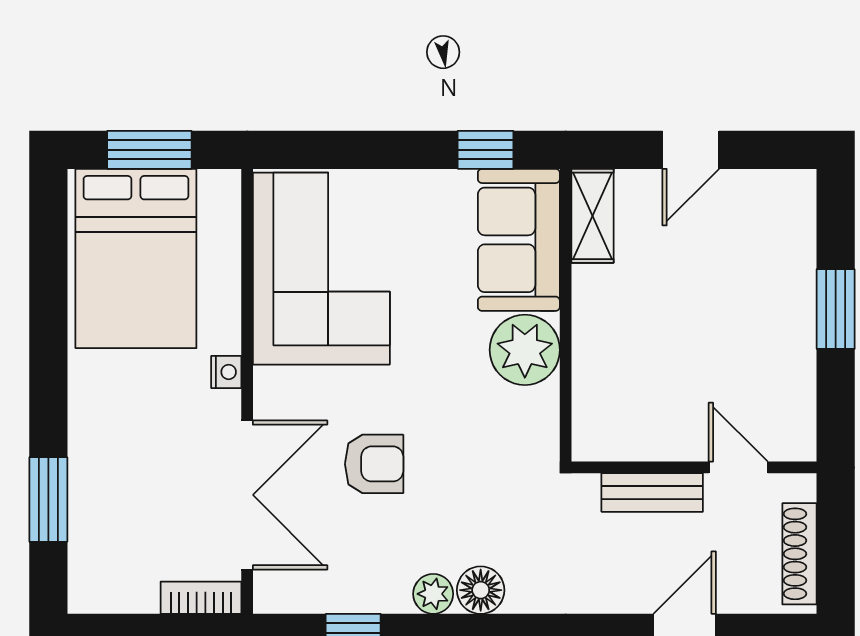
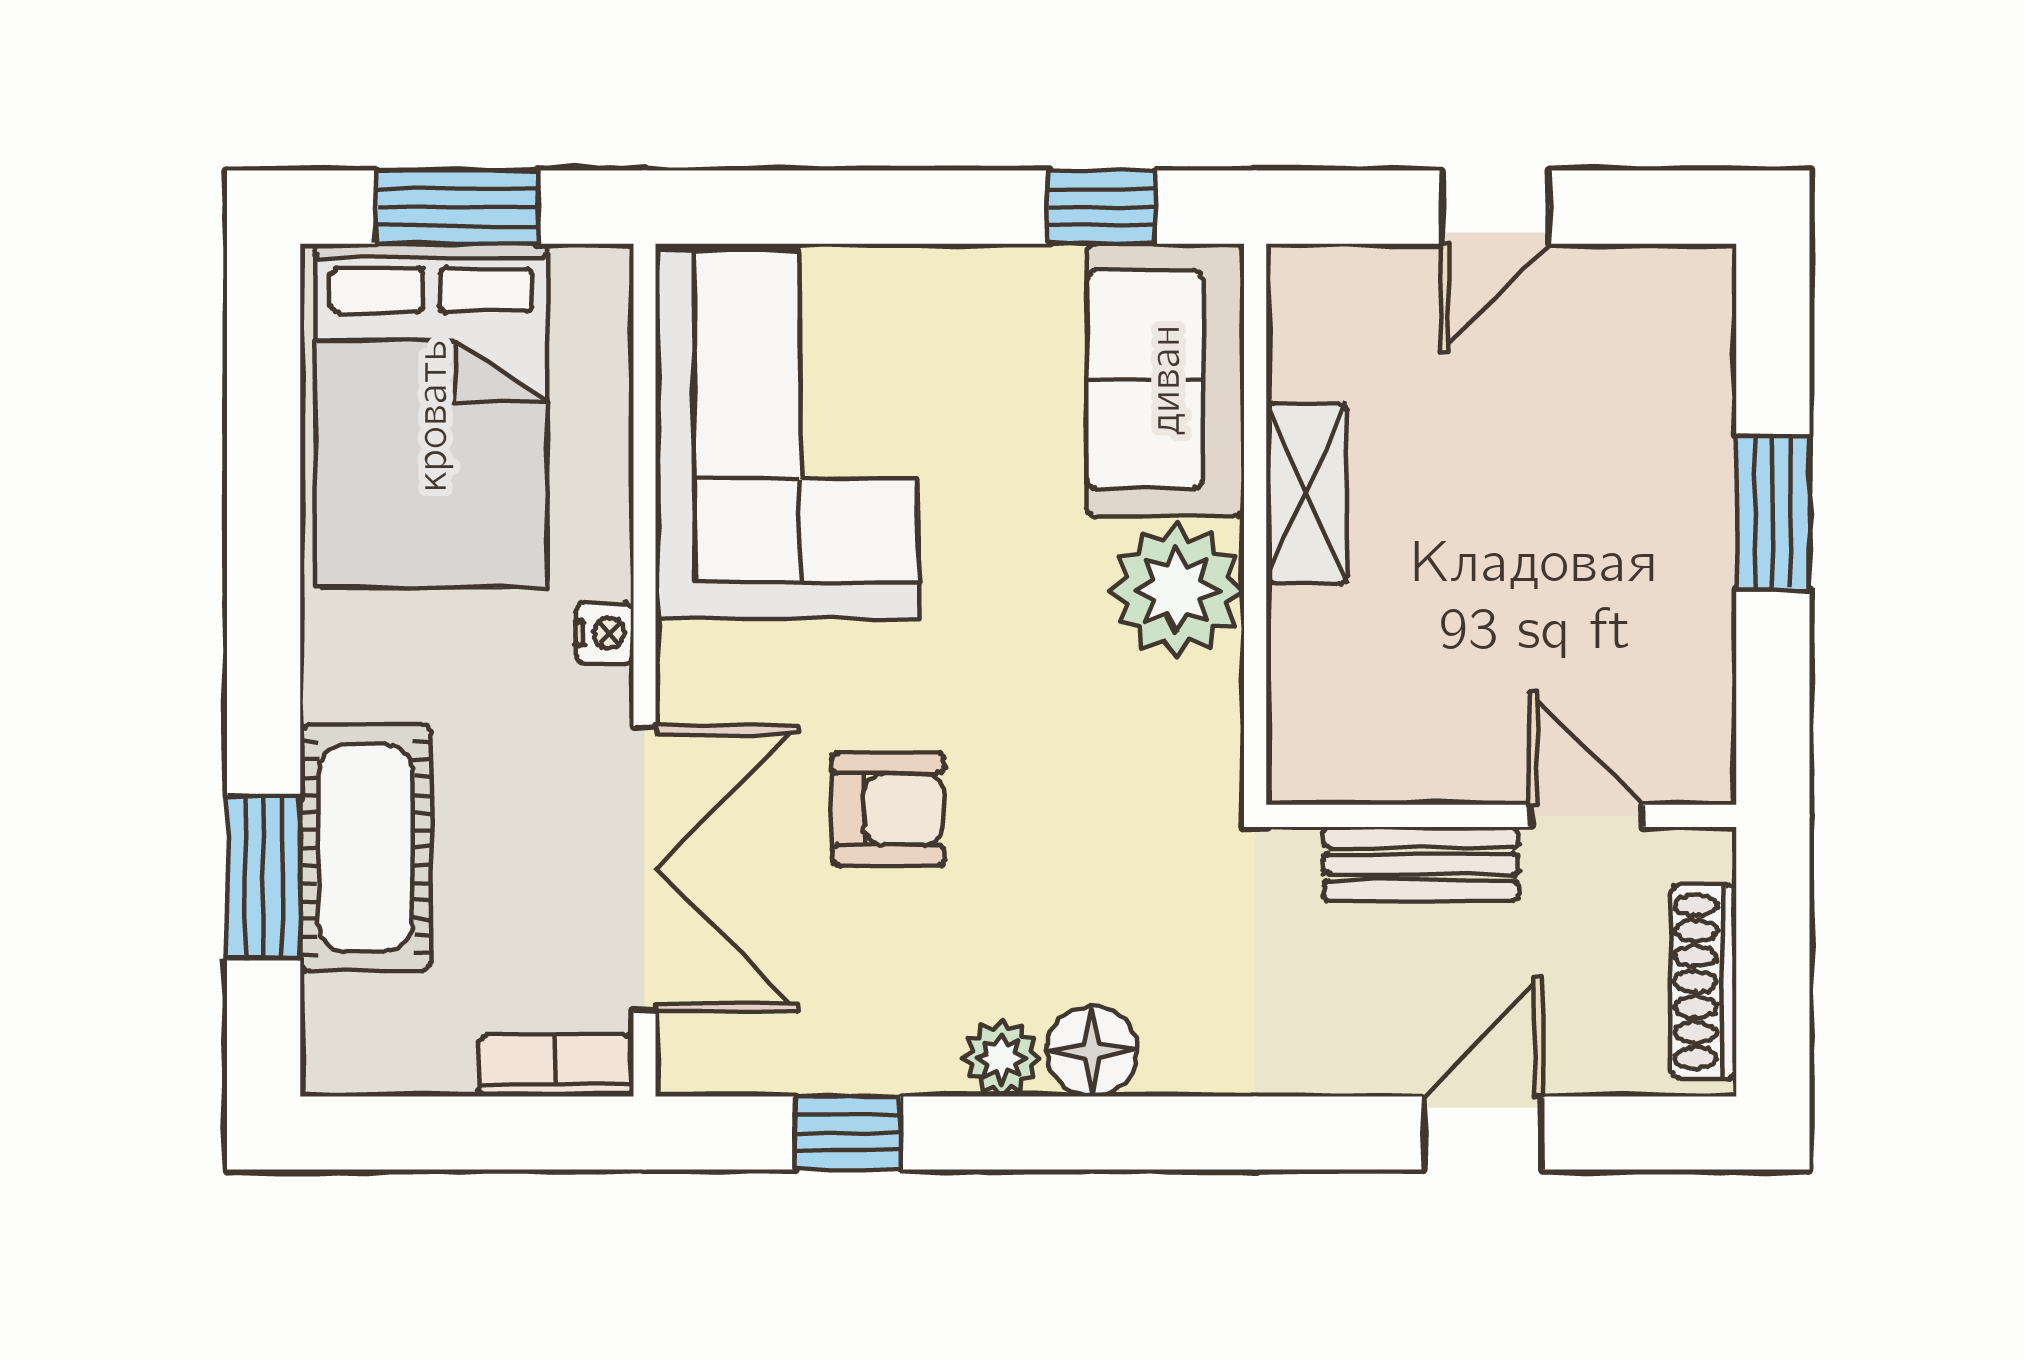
shelving: (592, 216) -> (1307, 494), moved
cot: (102, 484) -> (366, 848), added

